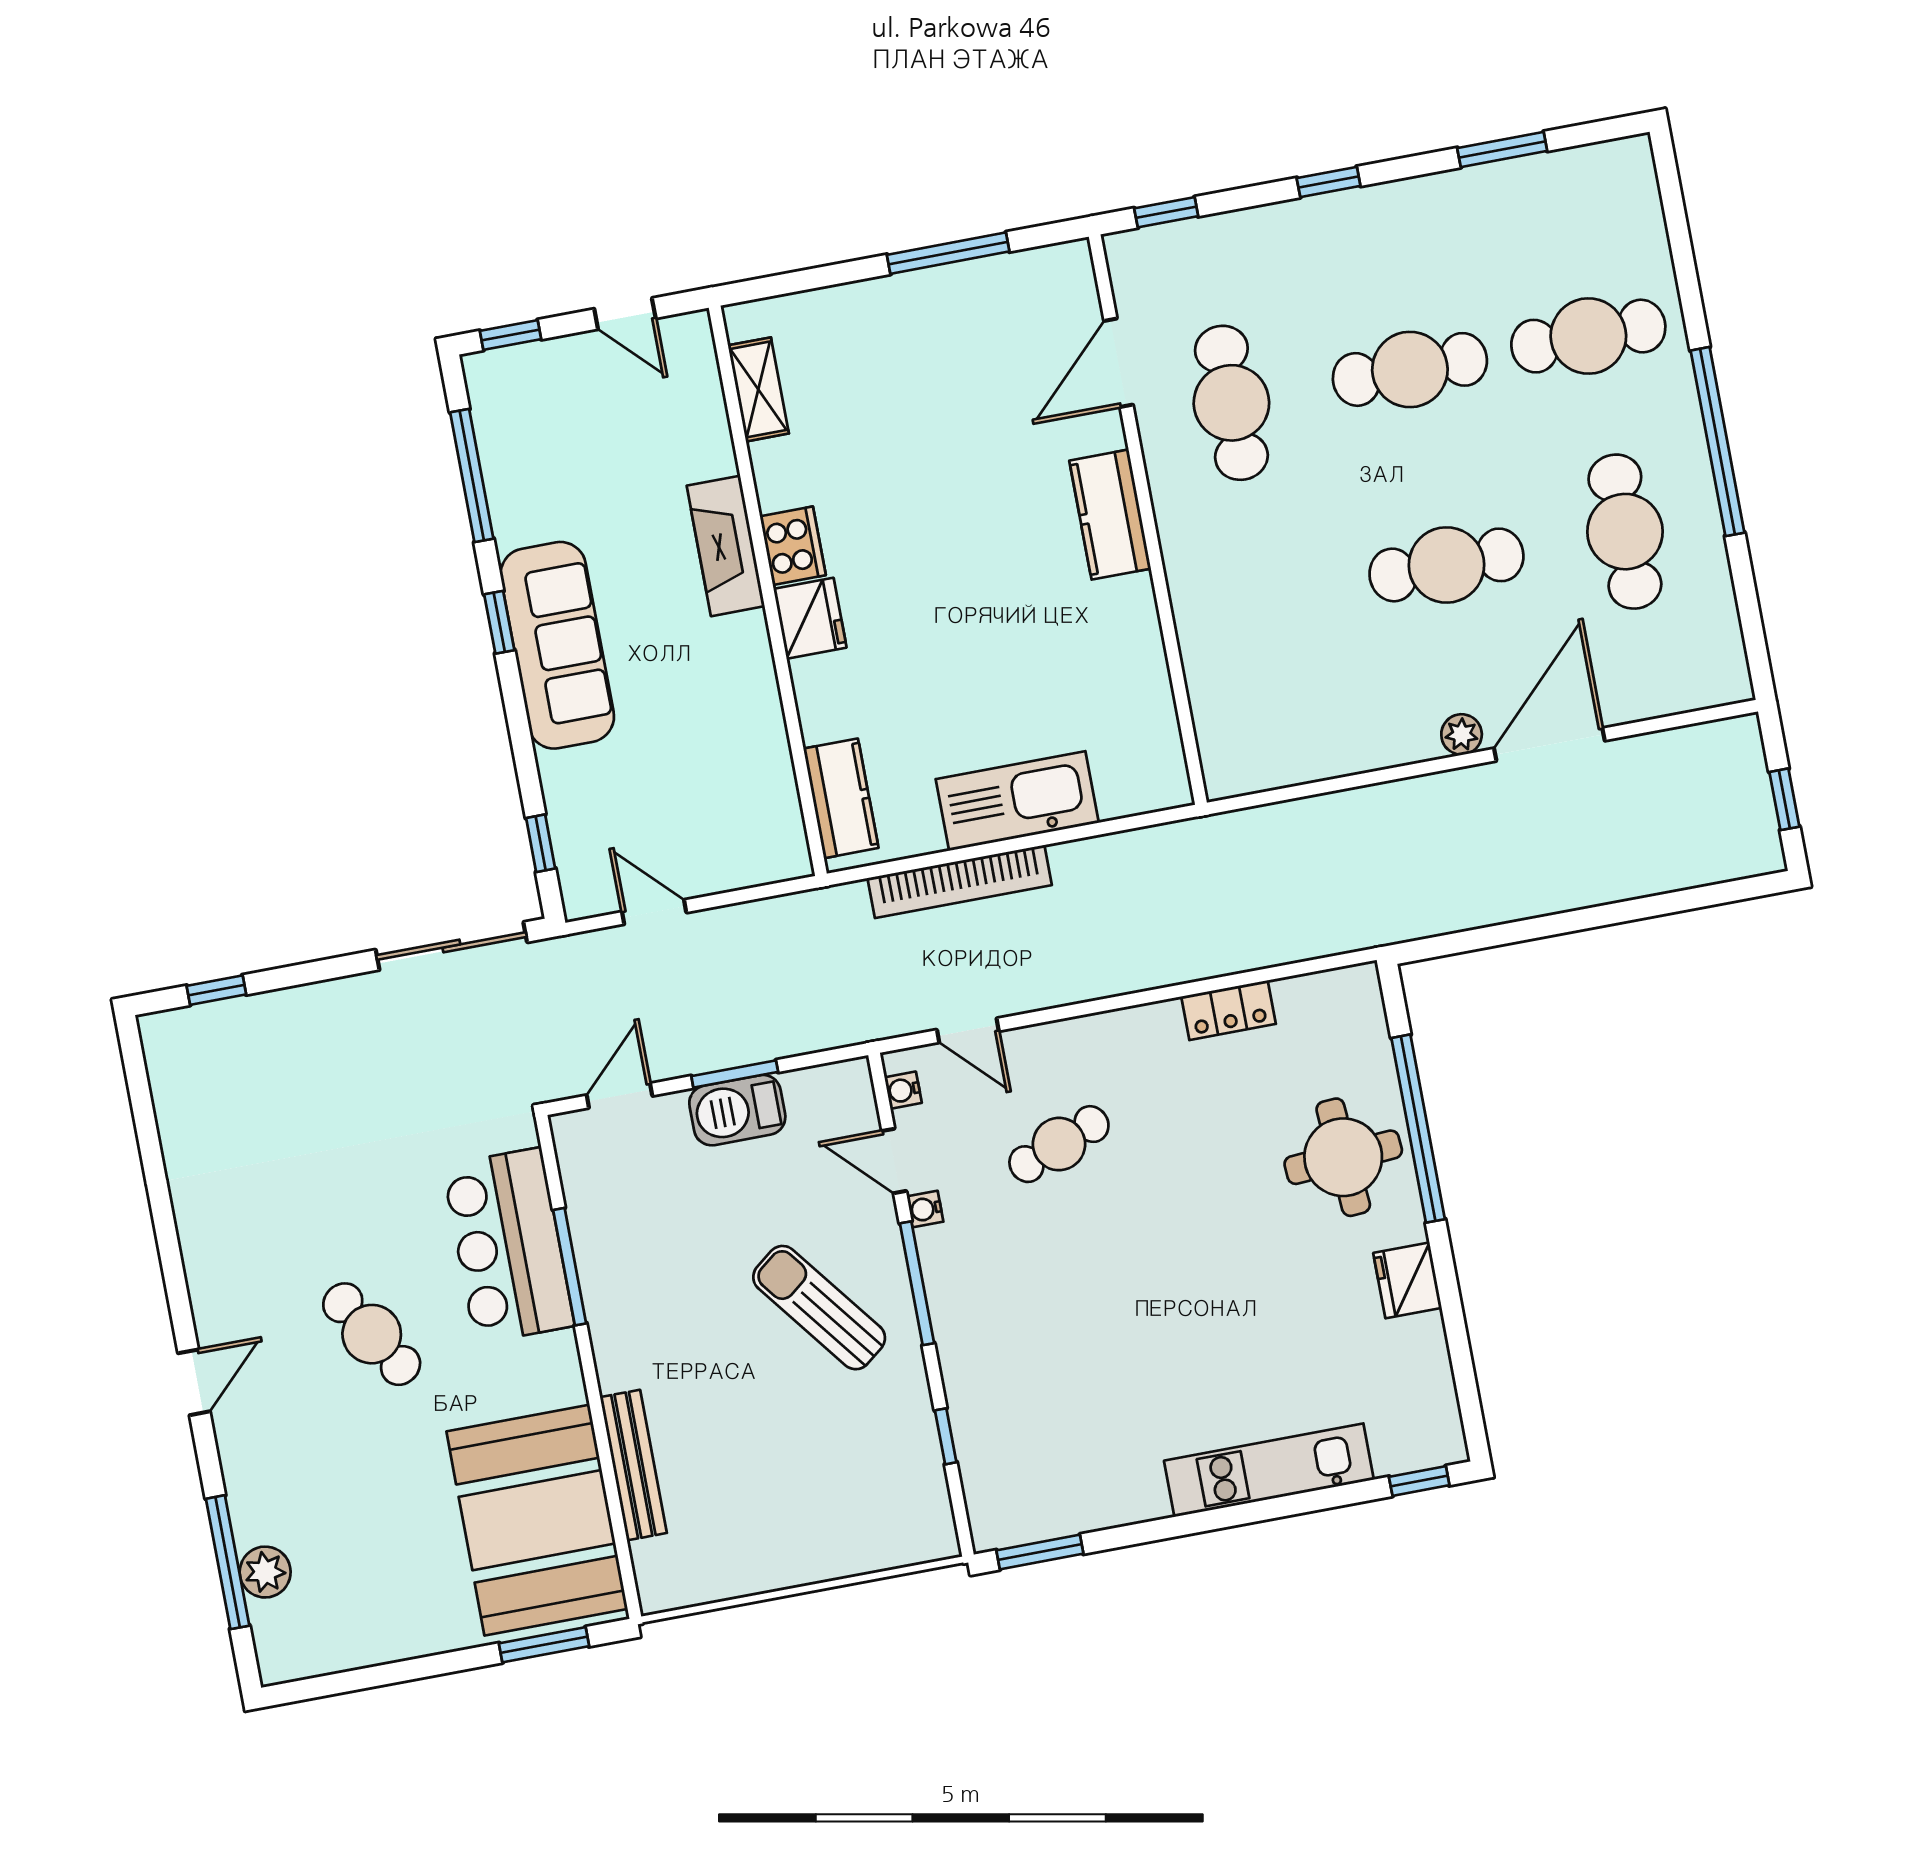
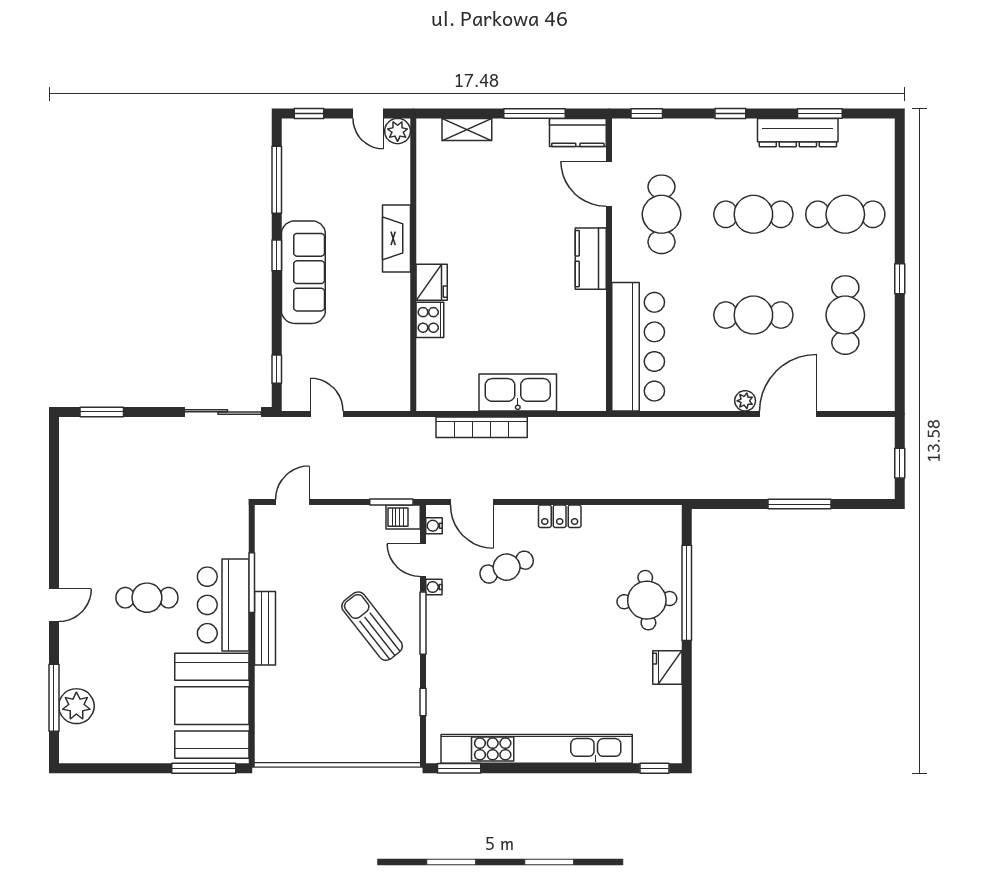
dresser: (1466, 195) -> (798, 133), added
plant: (689, 337) -> (398, 131), added
door: (1119, 363) -> (609, 184), hinge flipped
shelving: (758, 389) -> (467, 129), moved, turned 90
window: (1717, 442) -> (900, 279), width x0.32
cooker: (793, 546) -> (430, 320), moved
bar counter: (1234, 668) -> (638, 347), added
kitchen counter: (841, 798) -> (578, 132), moved, turned 90
window: (1604, 915) -> (799, 504), added
window: (216, 990) -> (102, 412), width x1.50
locker: (1229, 1010) -> (560, 516), moved
door: (968, 1030) -> (472, 502), width x1.38
window: (735, 1074) -> (391, 502), moved
barbecue: (737, 1110) -> (403, 517), moved, width x0.73, depth x0.79
bar counter: (508, 1246) -> (223, 605), moved
cafe table: (372, 1334) -> (147, 598), turned -58
bench: (633, 1465) -> (265, 628), moved
kitchen unit: (1269, 1470) -> (537, 749), width x1.86
plant: (265, 1572) -> (76, 706), width x1.36, depth x1.36
window: (544, 1645) -> (204, 768), width x1.44

